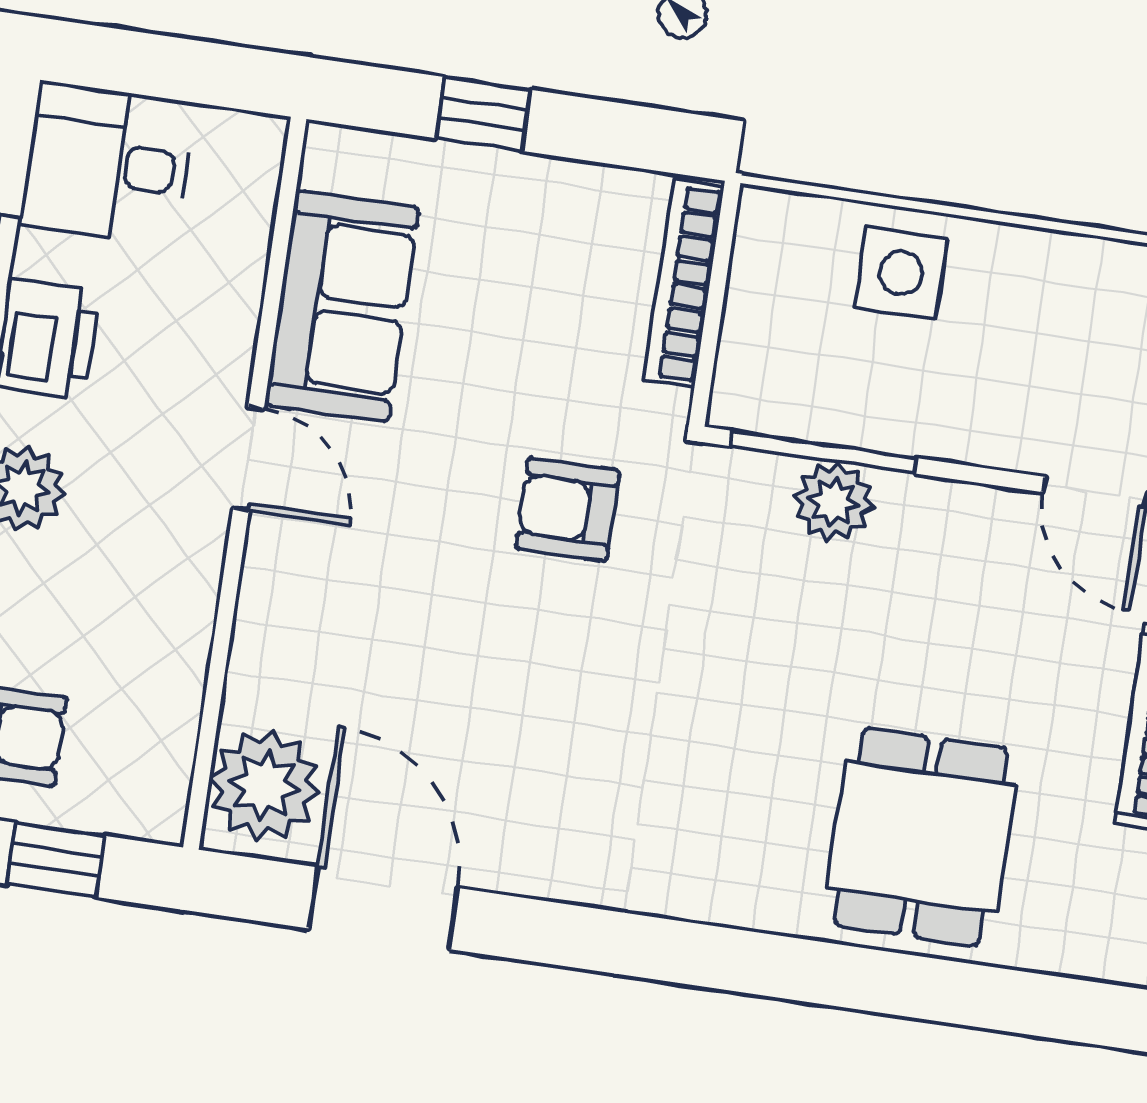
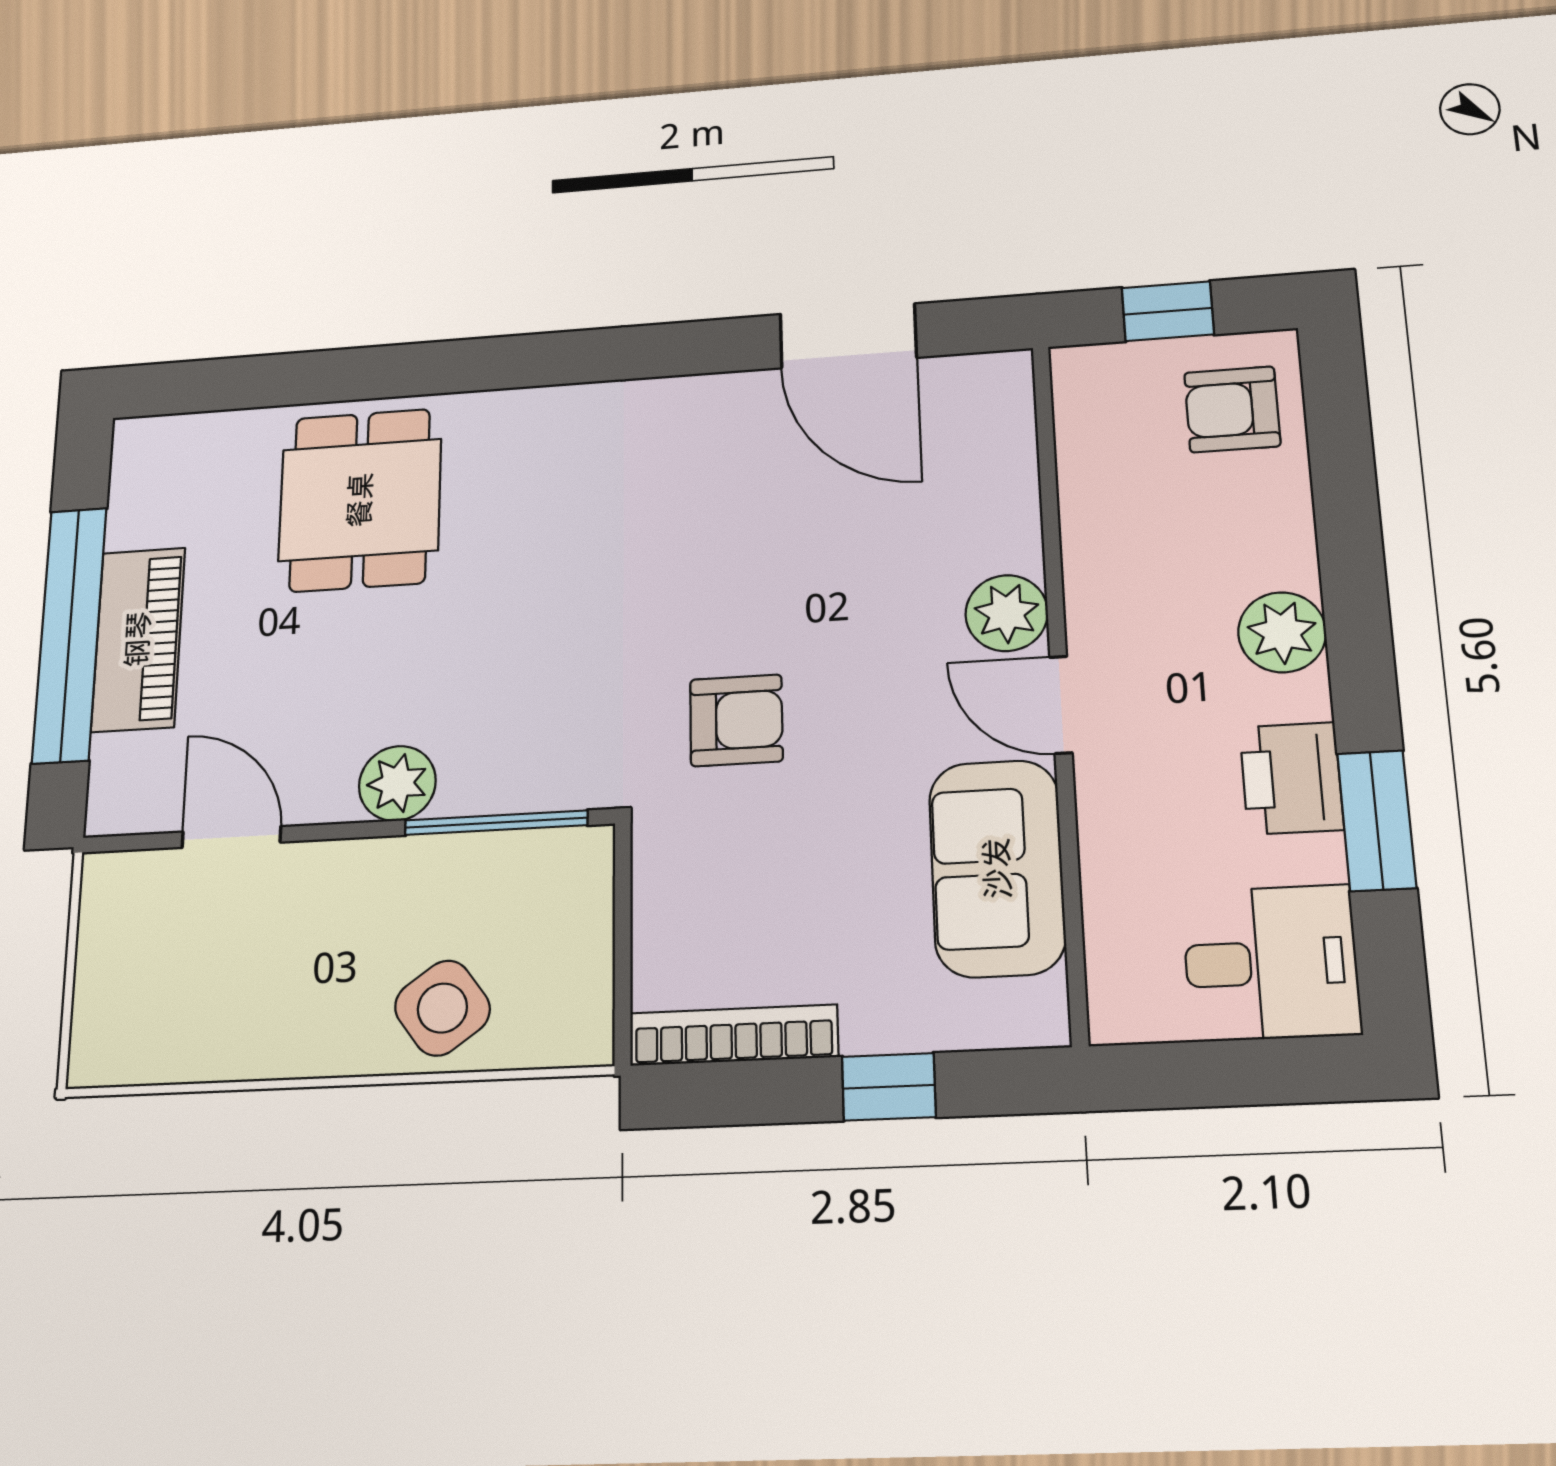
side table: (901, 273) -> (442, 1008), turned -36
bookcase: (684, 283) -> (734, 1035), moved, turned -90
plant: (833, 502) -> (397, 783), moved
plant: (264, 786) -> (1007, 613), moved, width x0.73, depth x0.73

